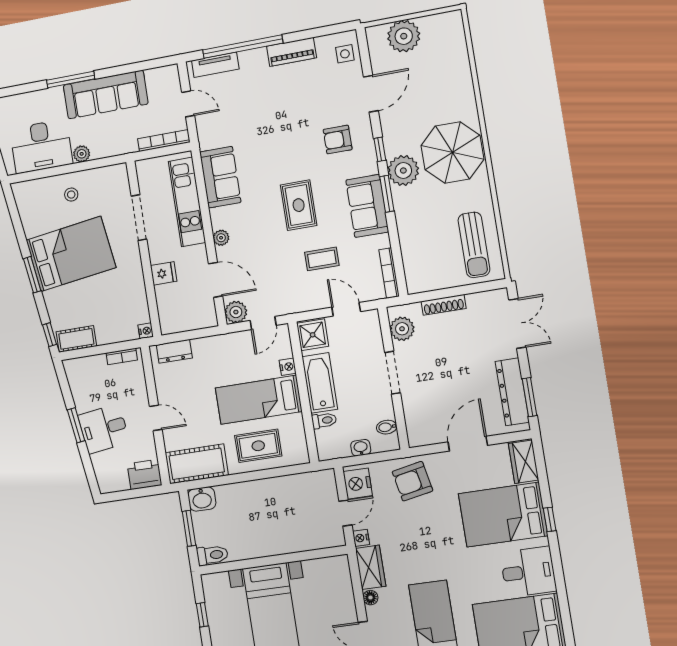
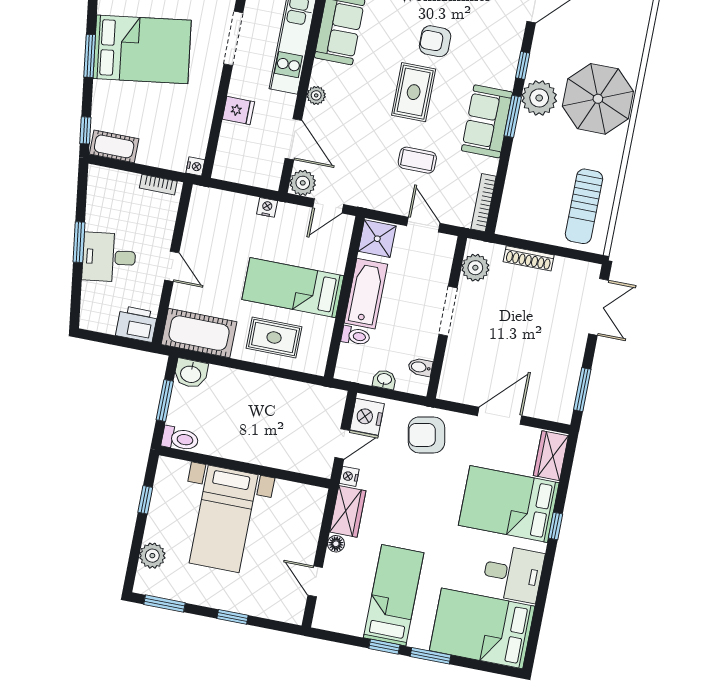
armchair: (338, 140) -> (435, 41), moved
dresser: (174, 351) -> (219, 201), removed
nightstand: (288, 367) -> (267, 207), moved, turned -90
dresser: (512, 392) -> (566, 378), removed

